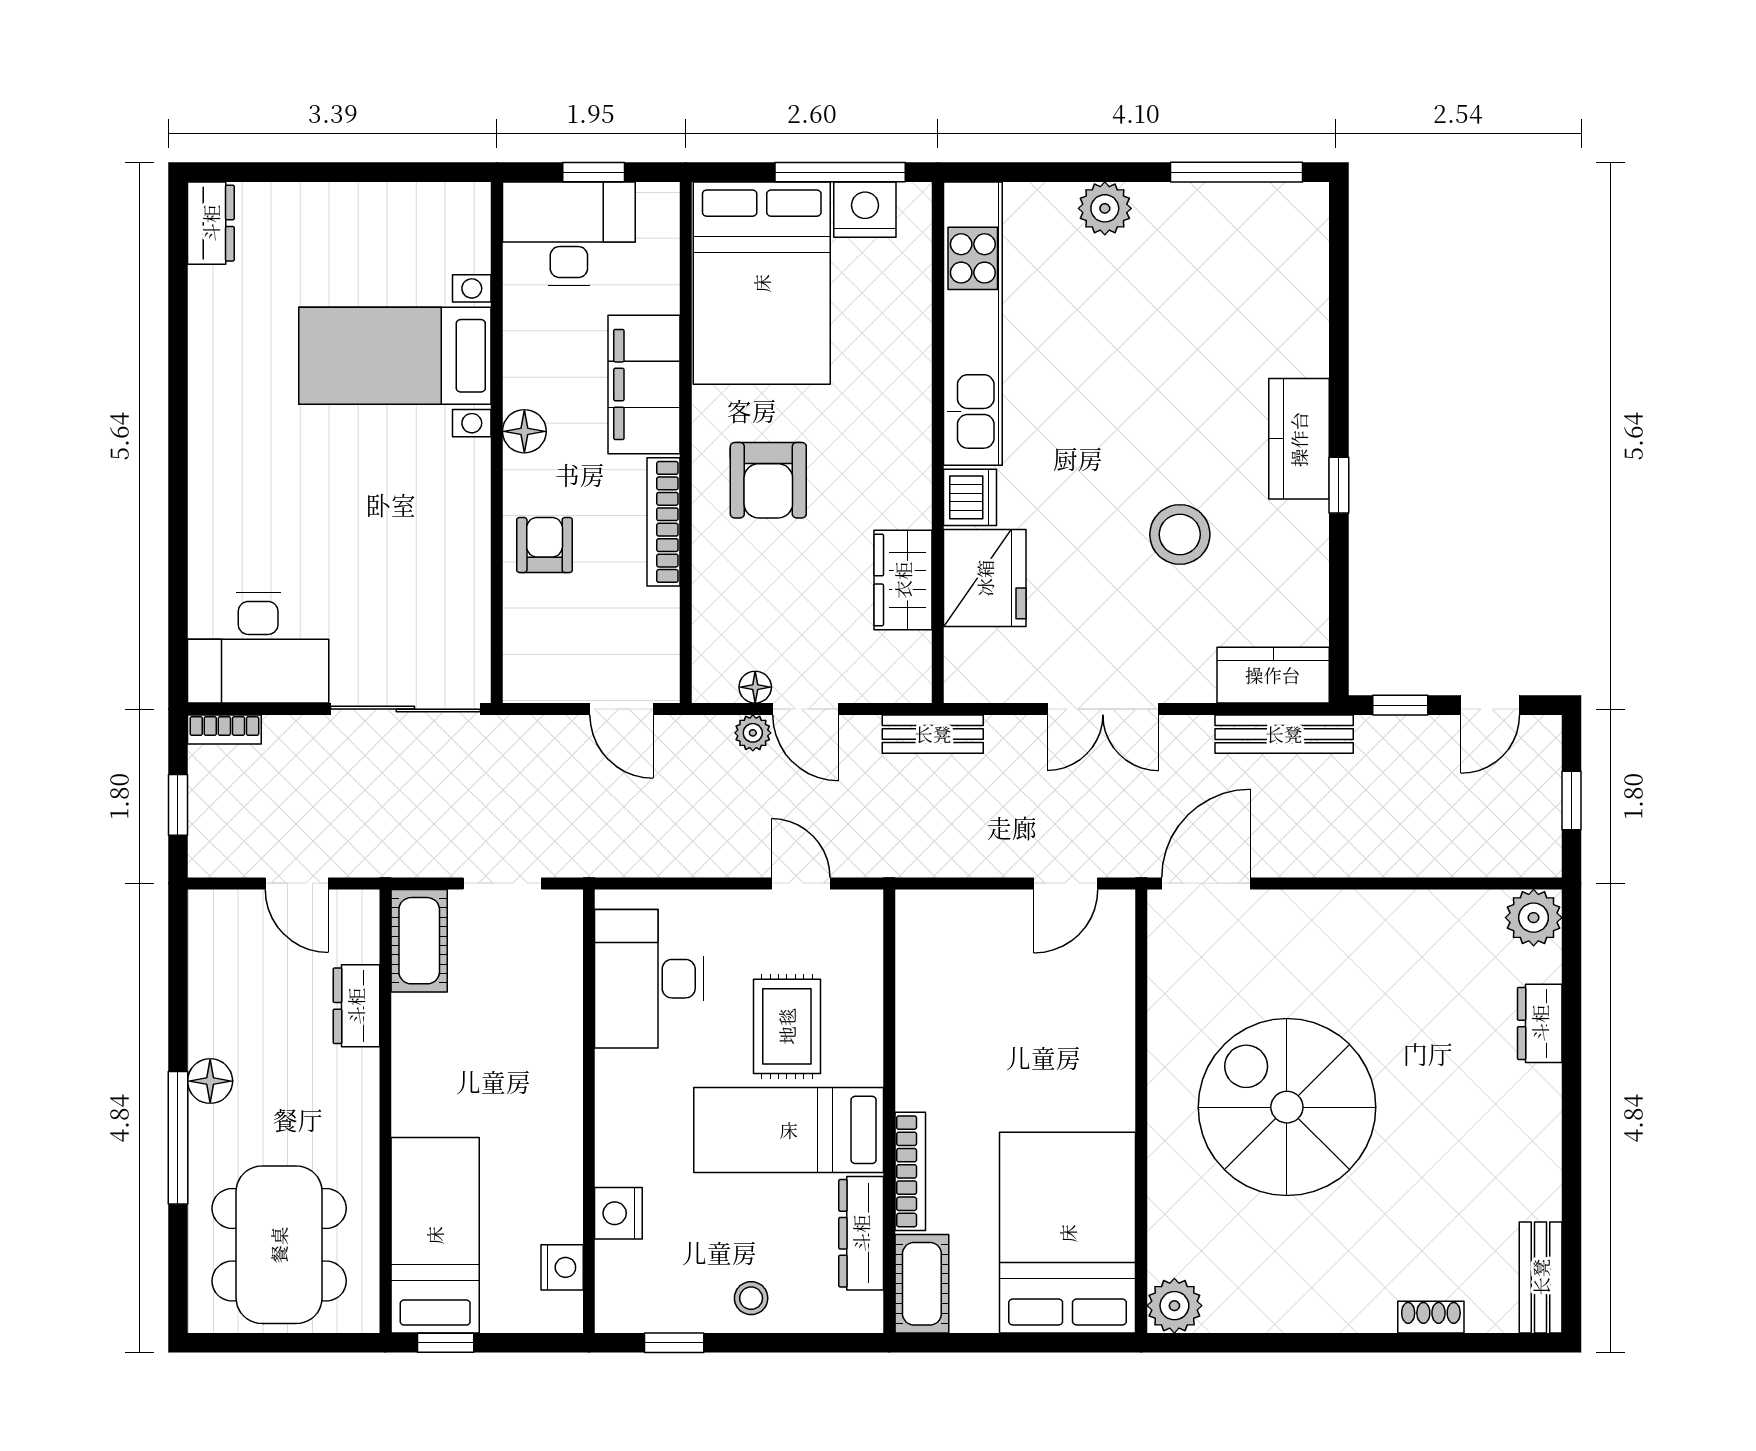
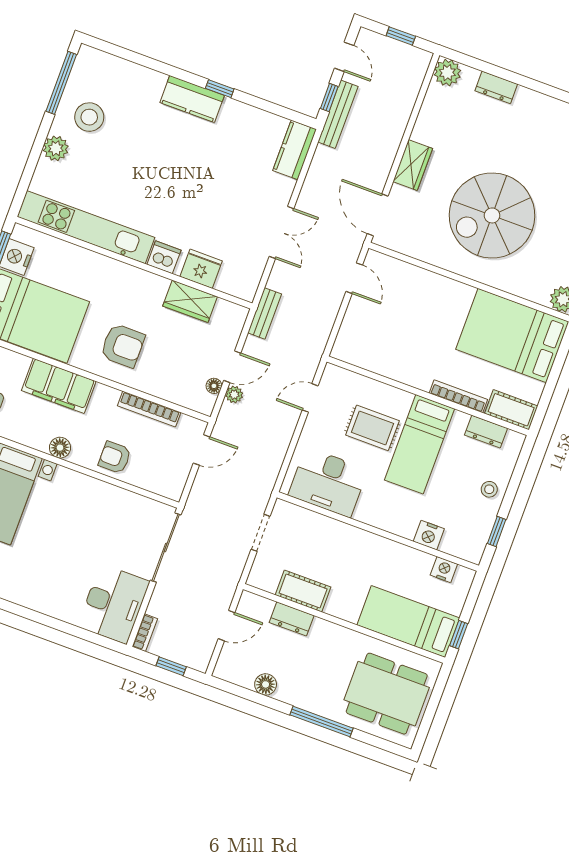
bookcase: (663, 522) -> (149, 409), moved
stool: (1180, 534) -> (89, 117), moved
fridge: (985, 578) -> (201, 269), width x0.73, depth x0.75
bench: (1284, 734) -> (338, 114), moved
wardrobe: (1328, 916) -> (413, 165), added
cot: (419, 941) -> (303, 591), moved
floor lamp: (210, 1081) -> (266, 684), moved
dresser: (861, 1233) -> (486, 432), width x0.70

